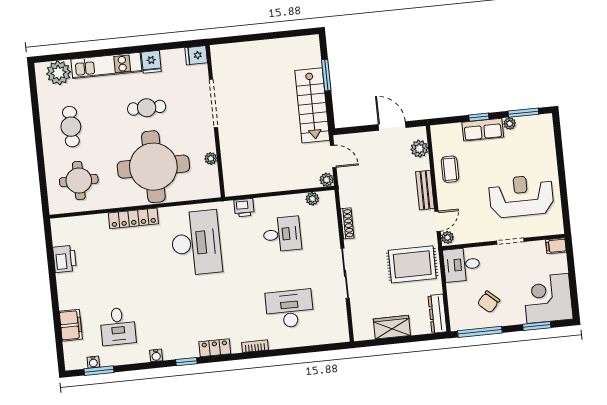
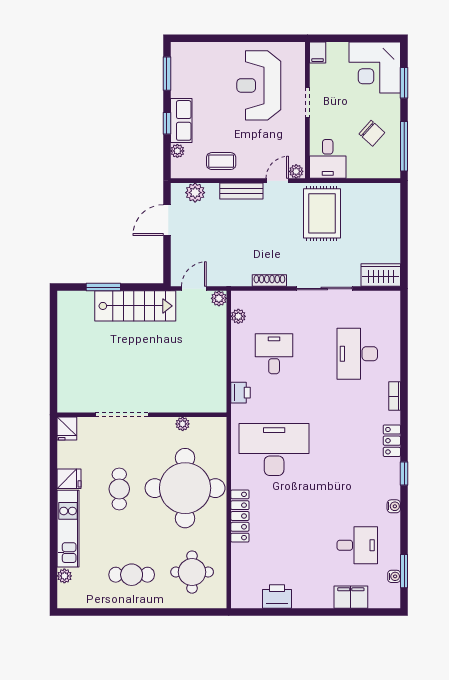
plant: (59, 73) -> (64, 576), width x0.53, depth x0.53
plant: (510, 124) -> (177, 151), moved
door: (438, 221) -> (277, 181), hinge flipped
dresser: (437, 314) -> (379, 191), removed
wardrobe: (392, 327) -> (381, 275), moved, turned 90

